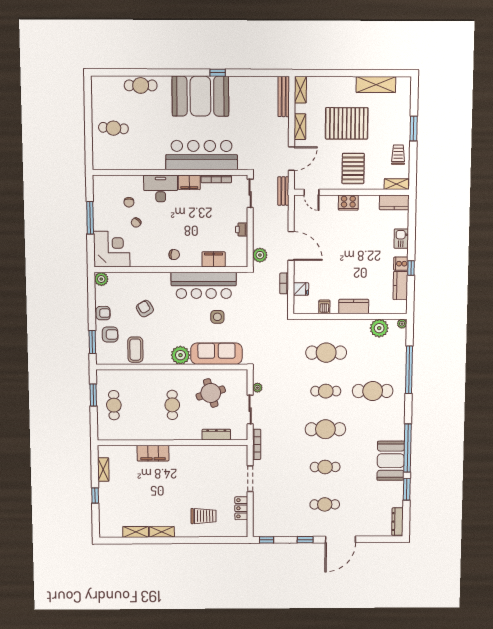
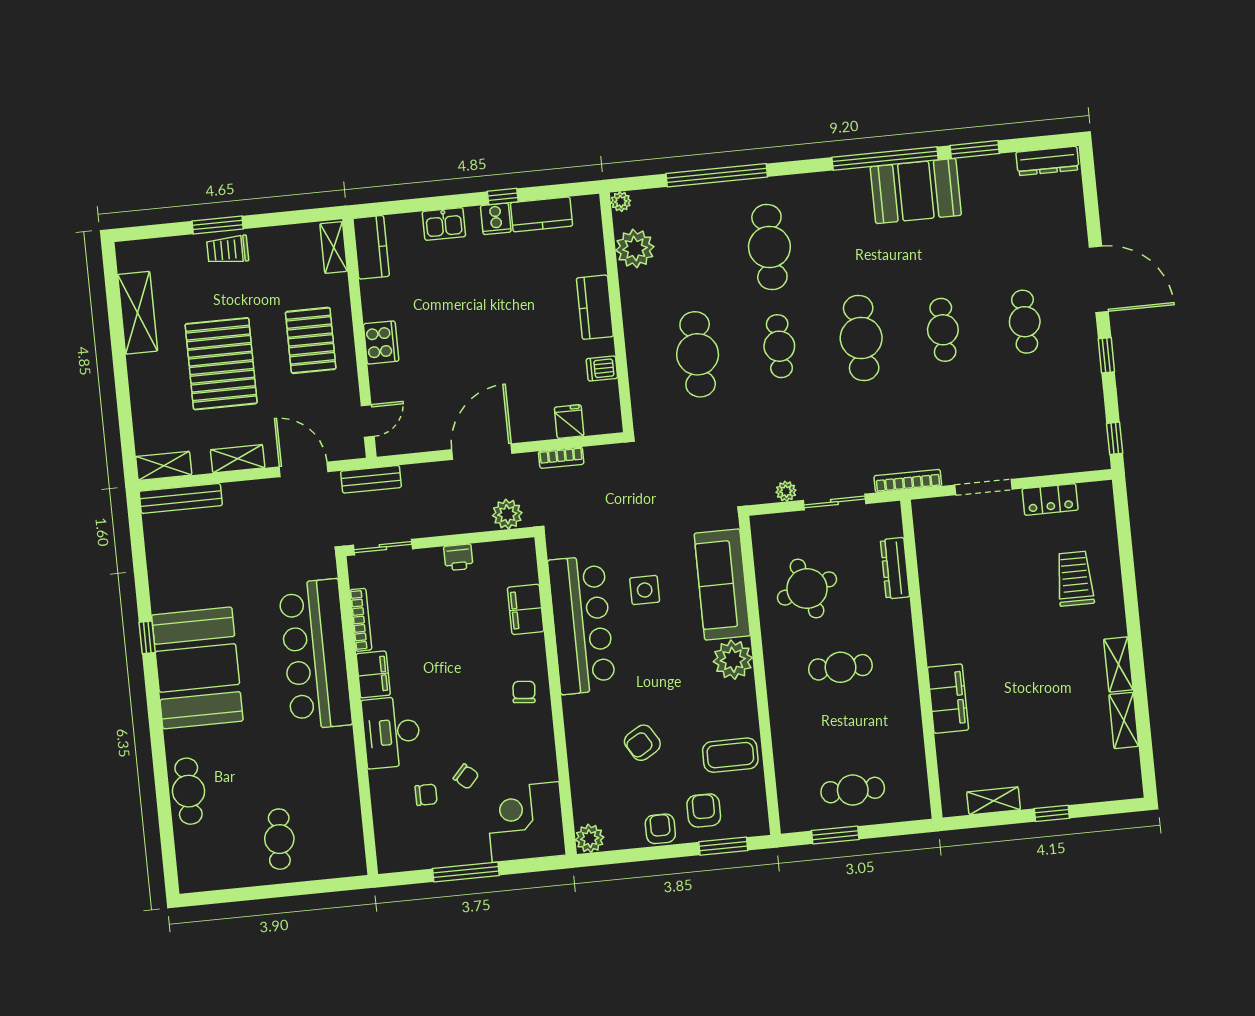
trolley: (398, 155) -> (228, 250), moved
pallet: (353, 168) -> (311, 340), turned 90

